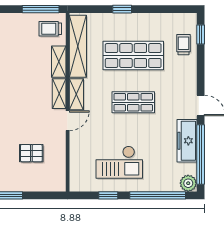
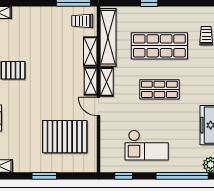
door: (68, 121) -> (98, 106), swing flipped
pallet: (31, 153) -> (65, 137), width x2.05, depth x2.00
window: (108, 195) -> (124, 176), moved

